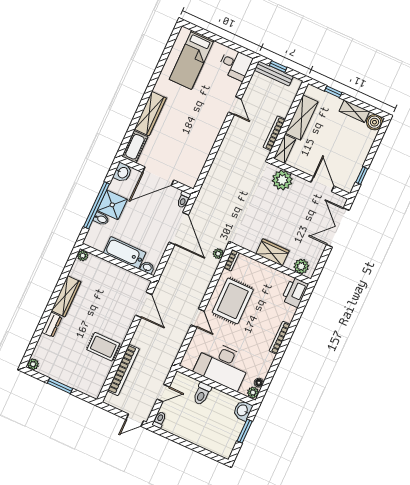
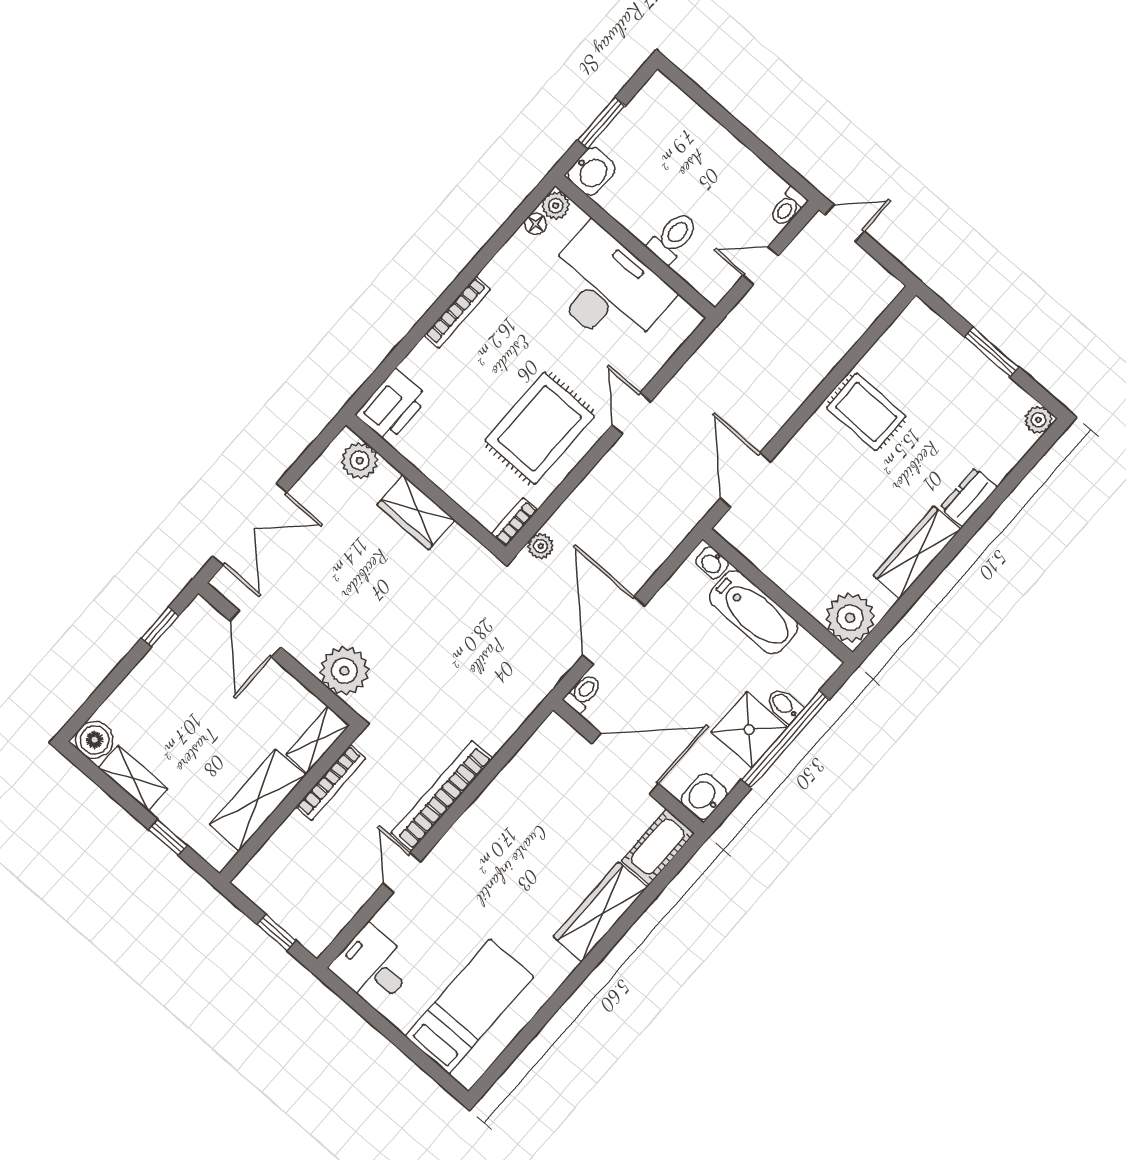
bench: (274, 73) -> (291, 920), removed
plant: (83, 256) -> (850, 618), width x1.88, depth x1.88
bookcase: (123, 370) -> (442, 796), moved

